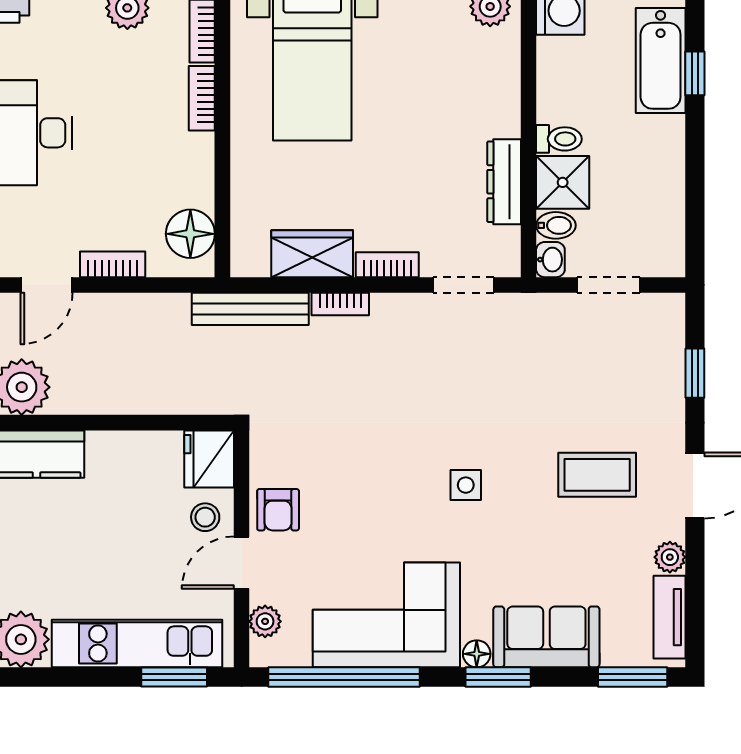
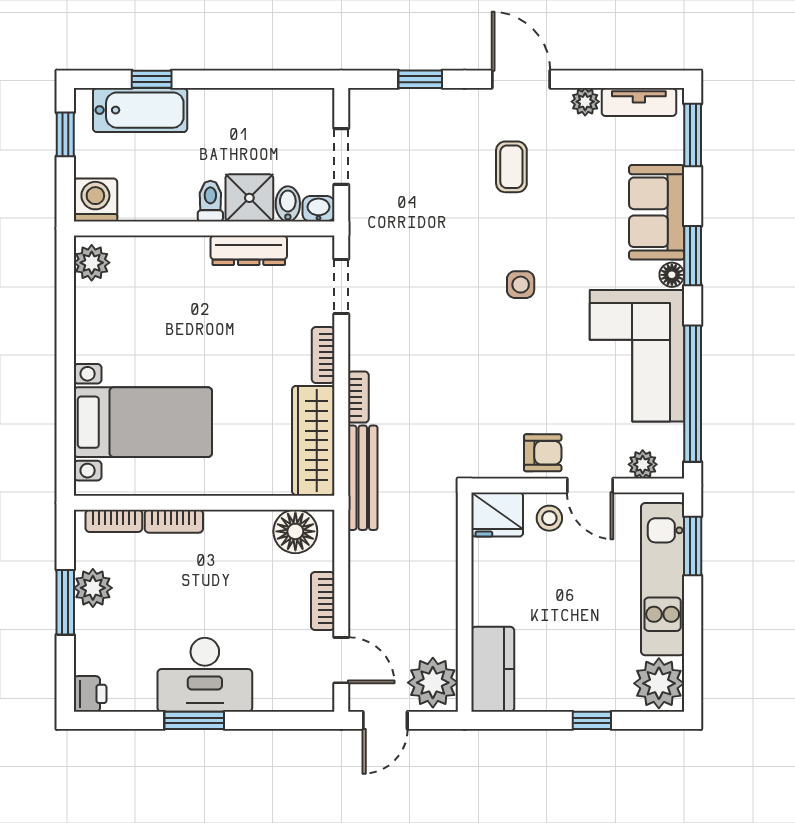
wardrobe: (312, 254) -> (313, 440), width x1.50
coffee table: (597, 475) -> (511, 167), width x0.73, depth x0.77

